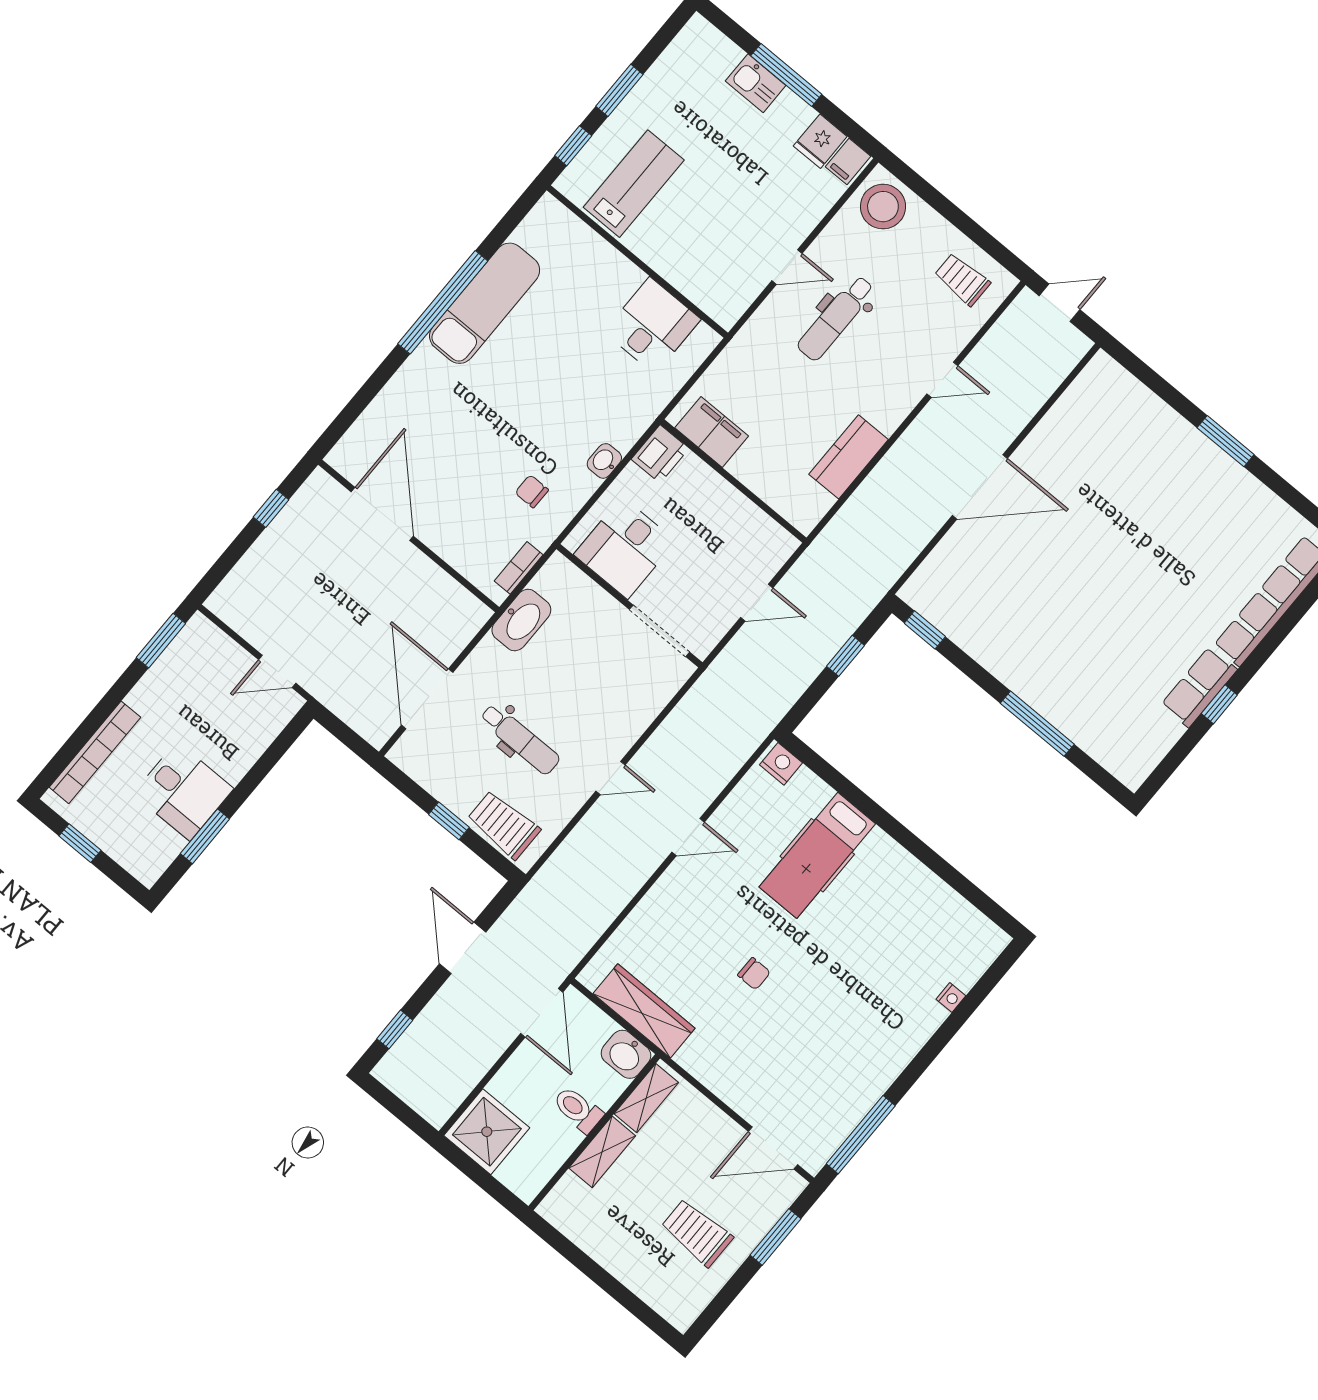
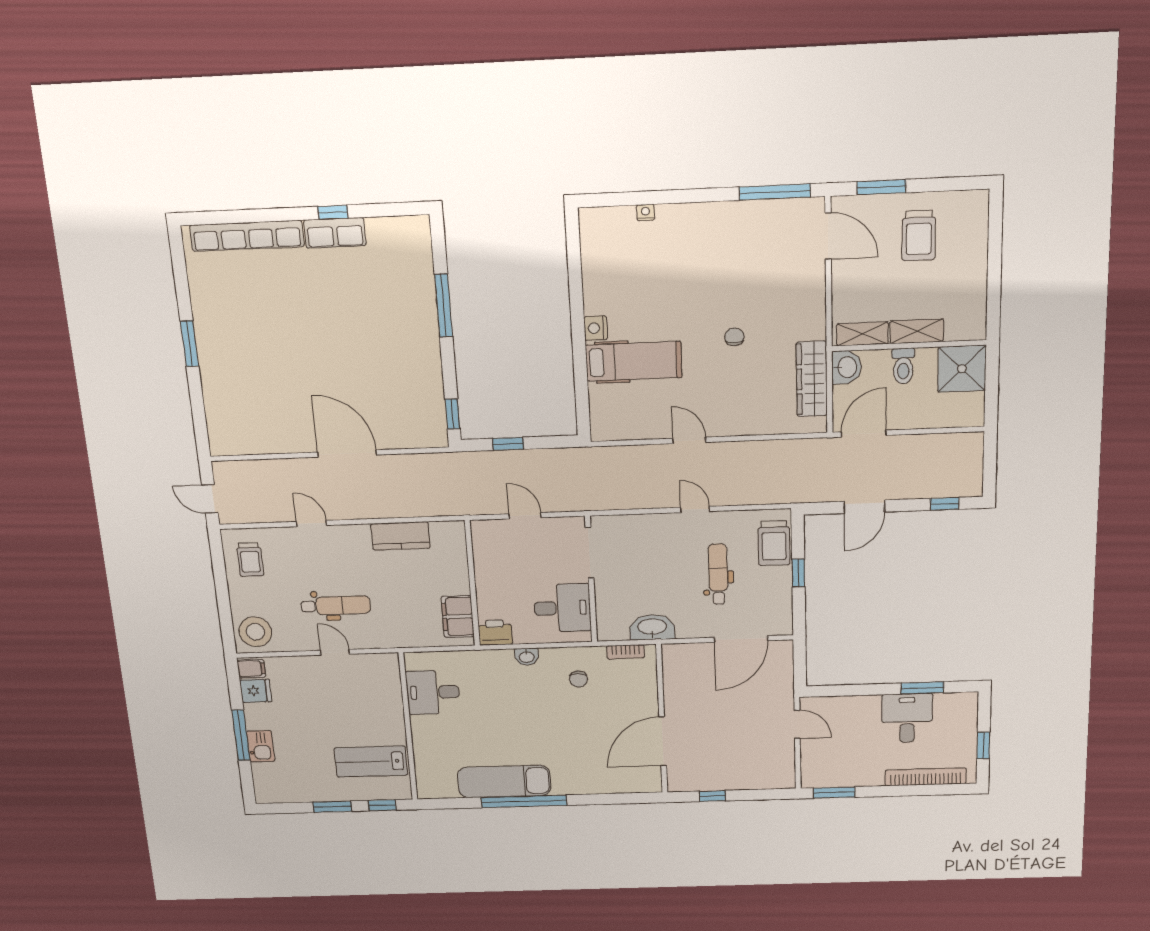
nightstand: (781, 764) -> (596, 328), moved
shower: (487, 1132) -> (962, 369), moved

